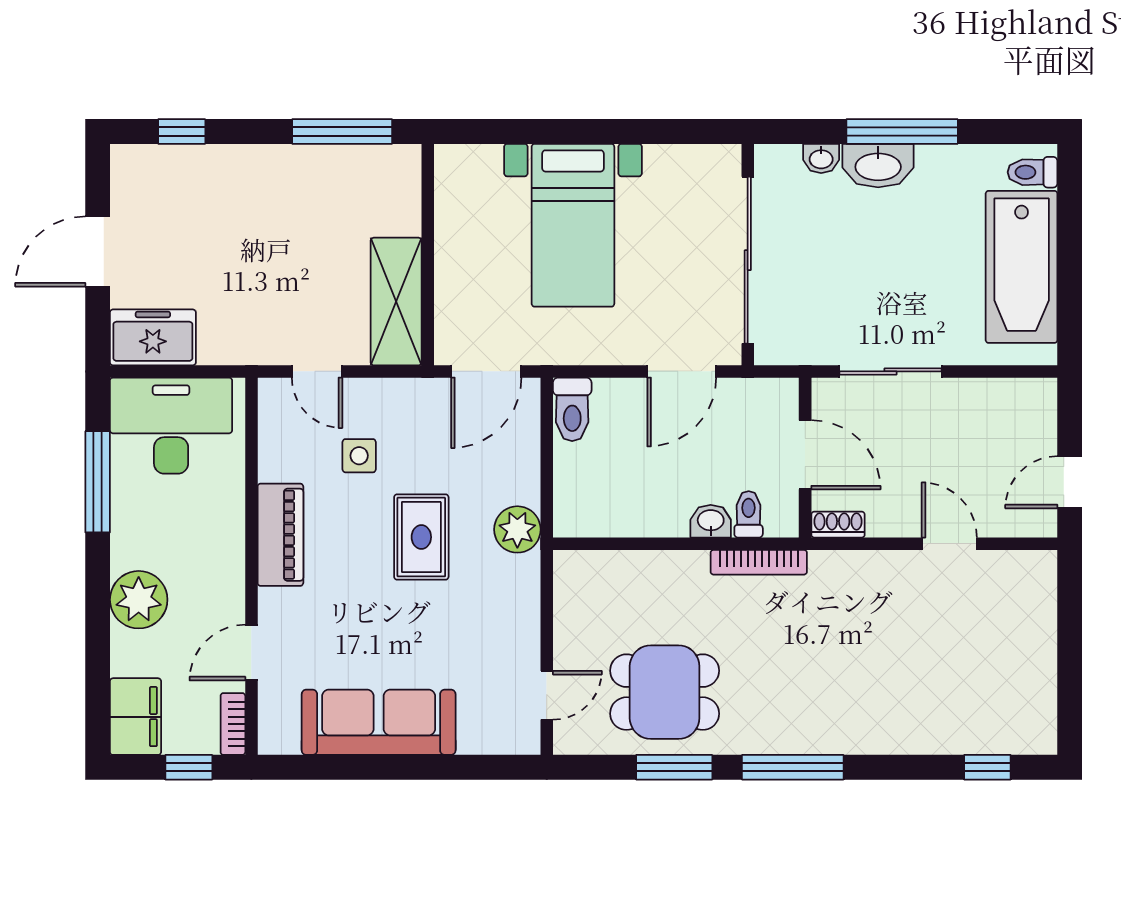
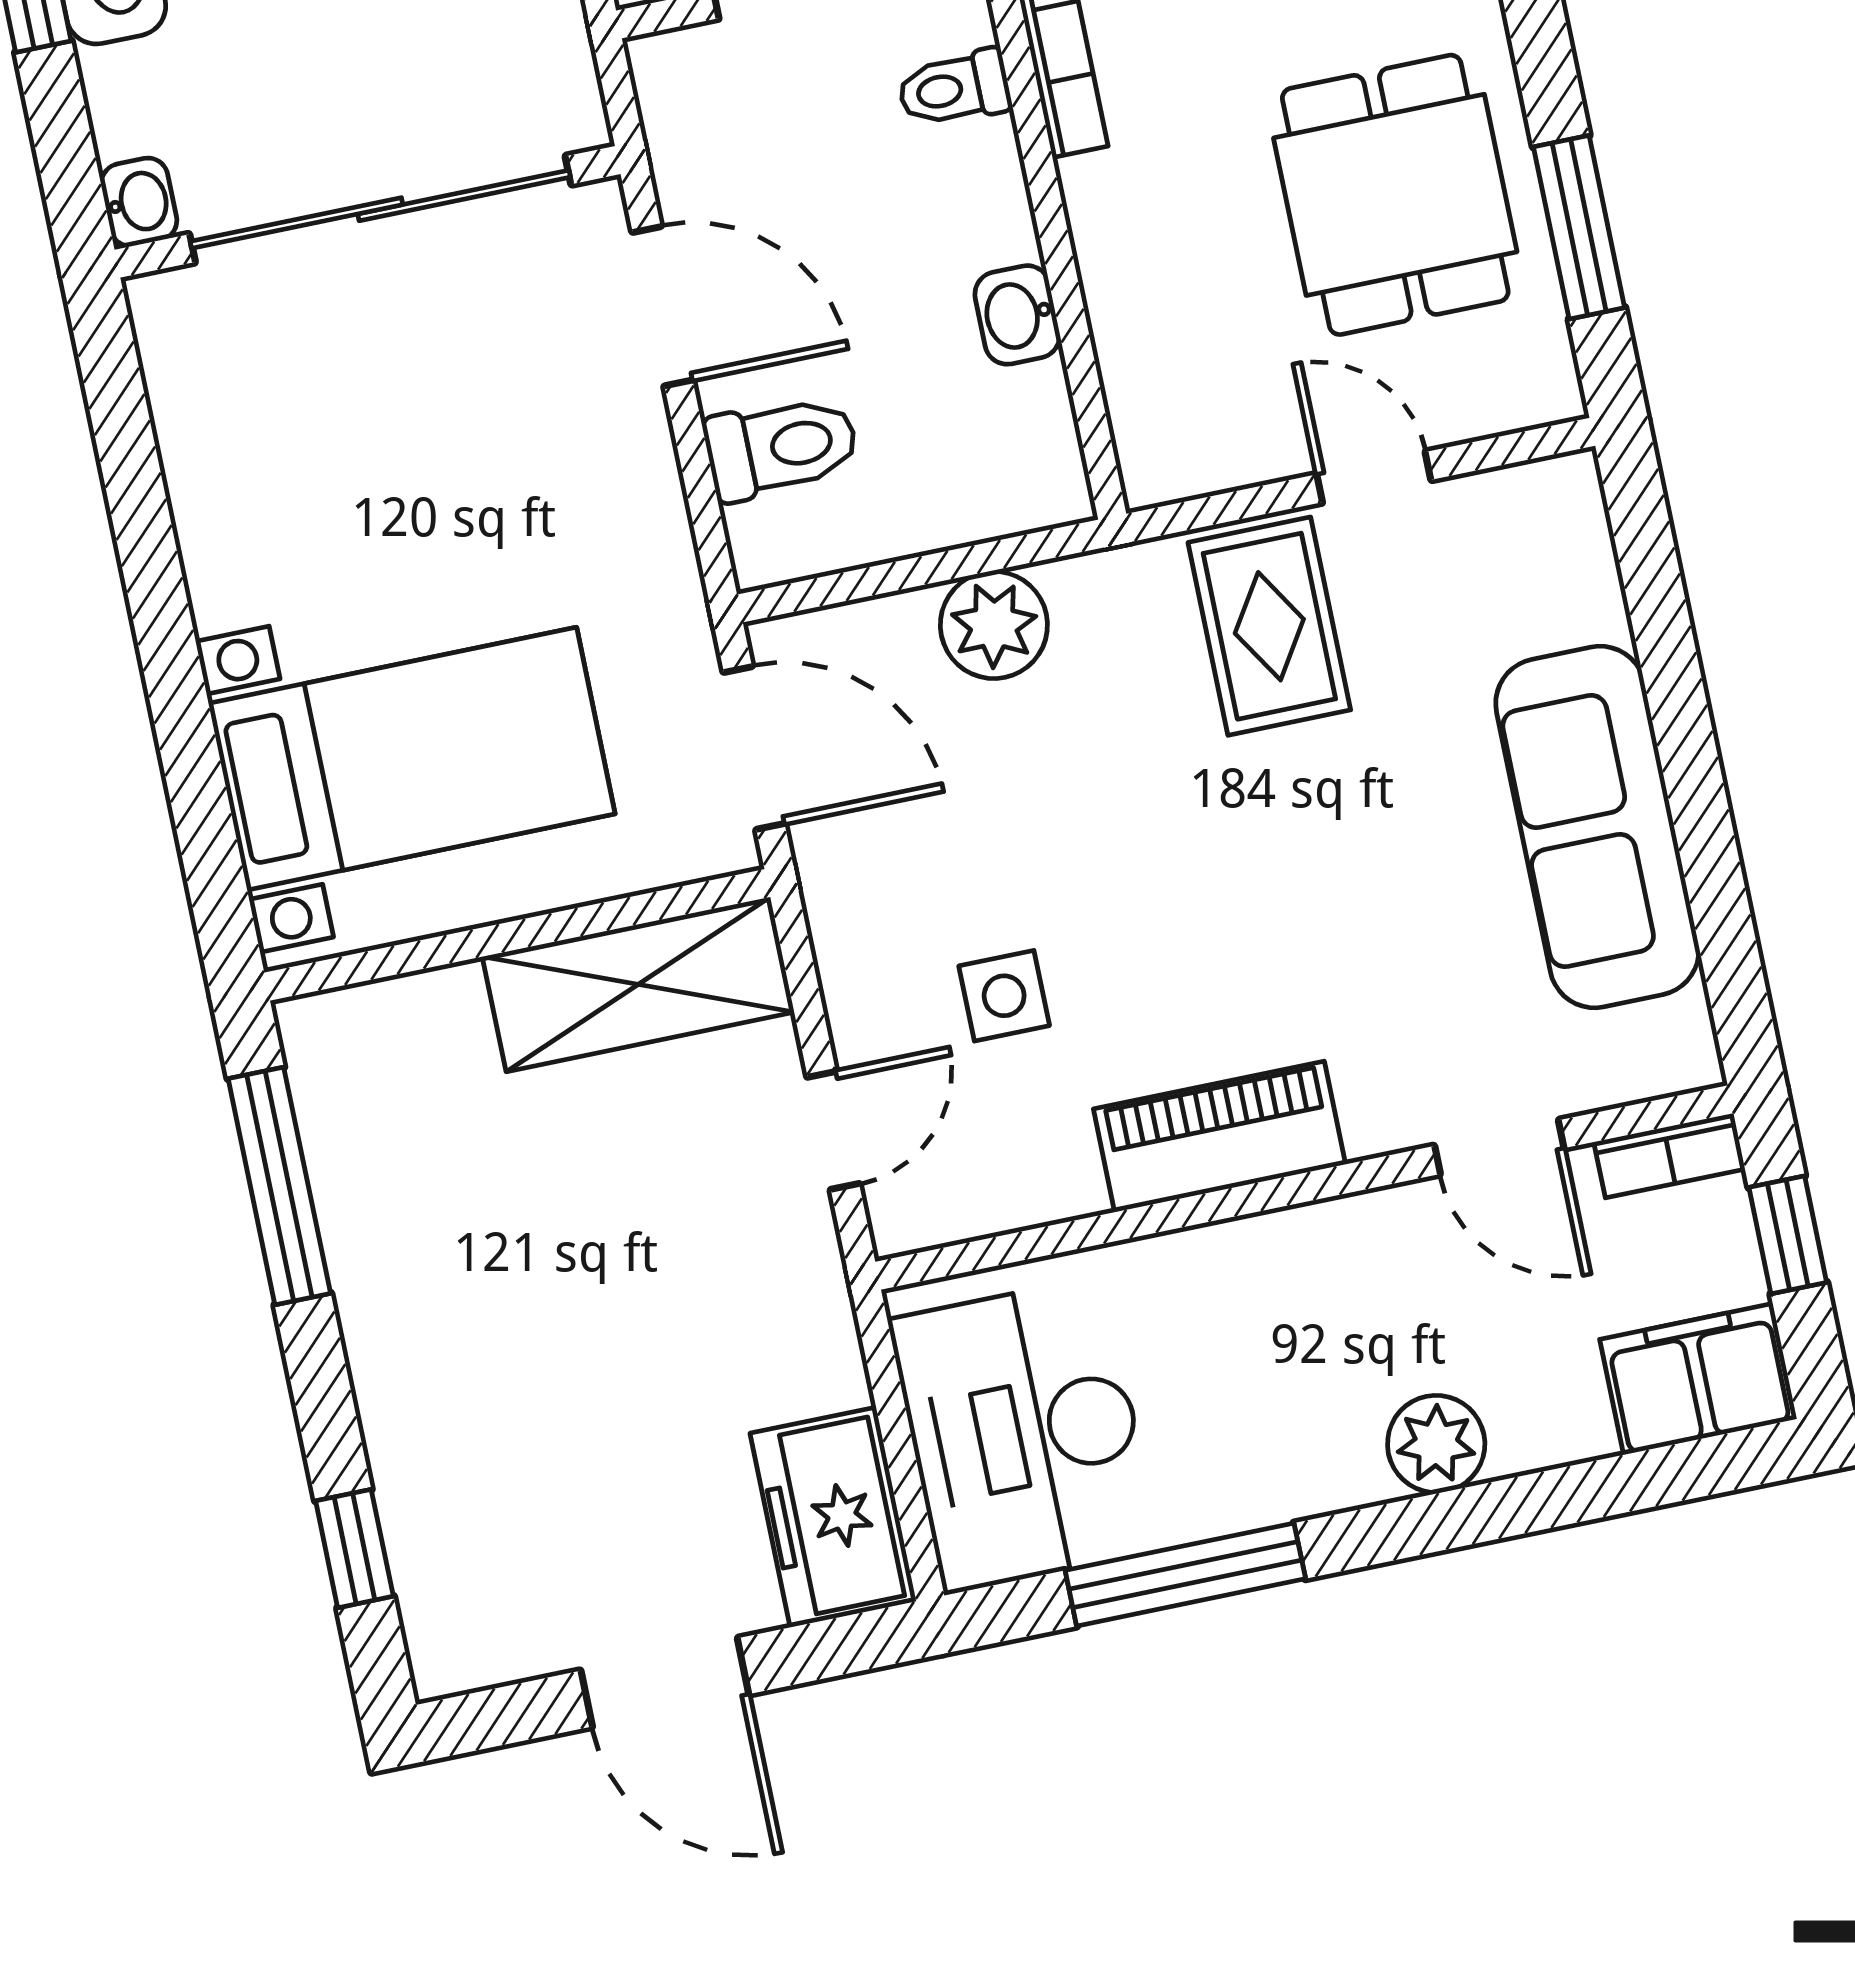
washbasin: (821, 158) -> (139, 202), moved
bed with nightstands: (573, 225) -> (412, 759), moved
toilet: (572, 409) -> (781, 447), moved
washbasin: (711, 521) -> (1017, 315), moved
plant: (517, 529) -> (994, 625), moved
rug: (421, 537) -> (1269, 626), moved, turned 90
plant: (139, 600) -> (1436, 1444), width x0.73, depth x0.73
door: (547, 695) -> (1374, 477), moved
window: (674, 767) -> (1579, 227), moved

